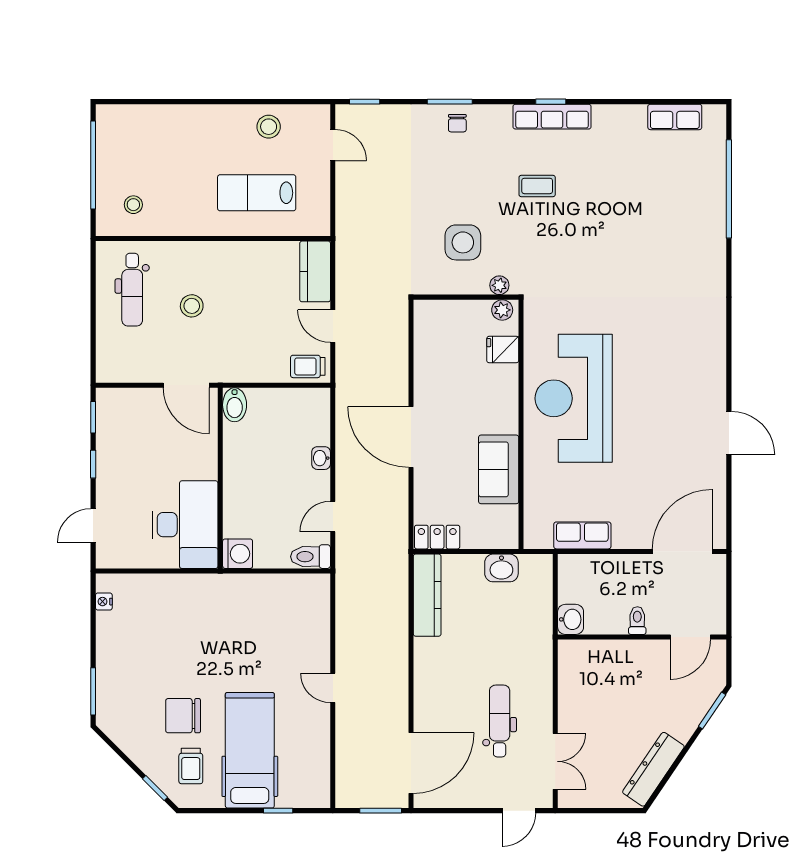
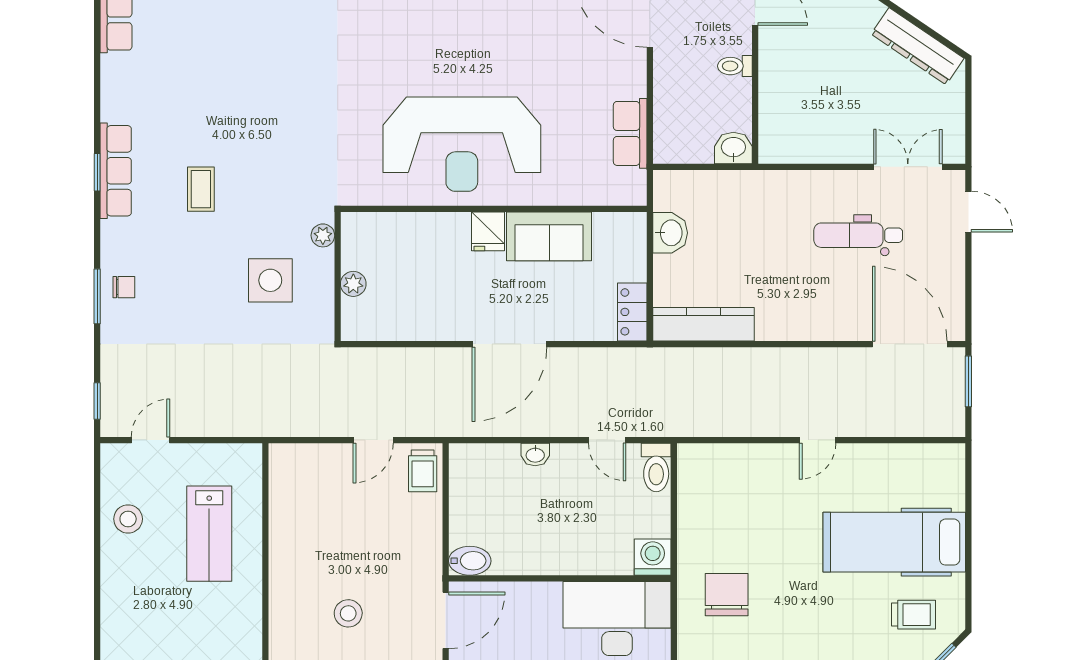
kitchen counter: (315, 271) -> (306, 462), removed
plant: (502, 310) -> (353, 284), moved
fridge: (503, 350) -> (488, 231), moved
chair: (183, 716) -> (727, 595), moved, turned 180
window: (278, 811) -> (968, 507), removed

